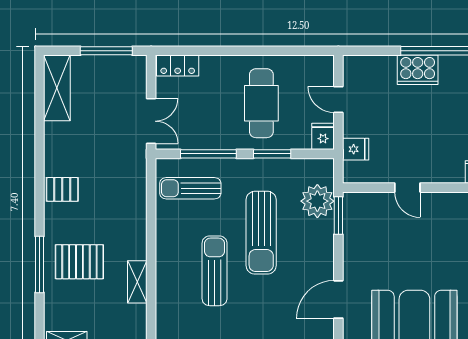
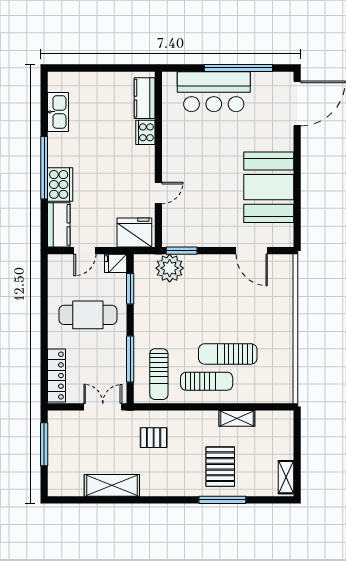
locker: (178, 66) -> (57, 376), width x1.53
kitchen counter: (369, 68) -> (59, 225), added
shelving: (57, 88) -> (112, 485), moved
fridge: (356, 149) -> (134, 233), width x1.88, depth x1.34
window: (272, 154) -> (130, 289), moved
pallet: (62, 189) -> (154, 438), moved, turned 90
sun lounger: (261, 233) -> (207, 381), moved, width x0.73, depth x0.75

